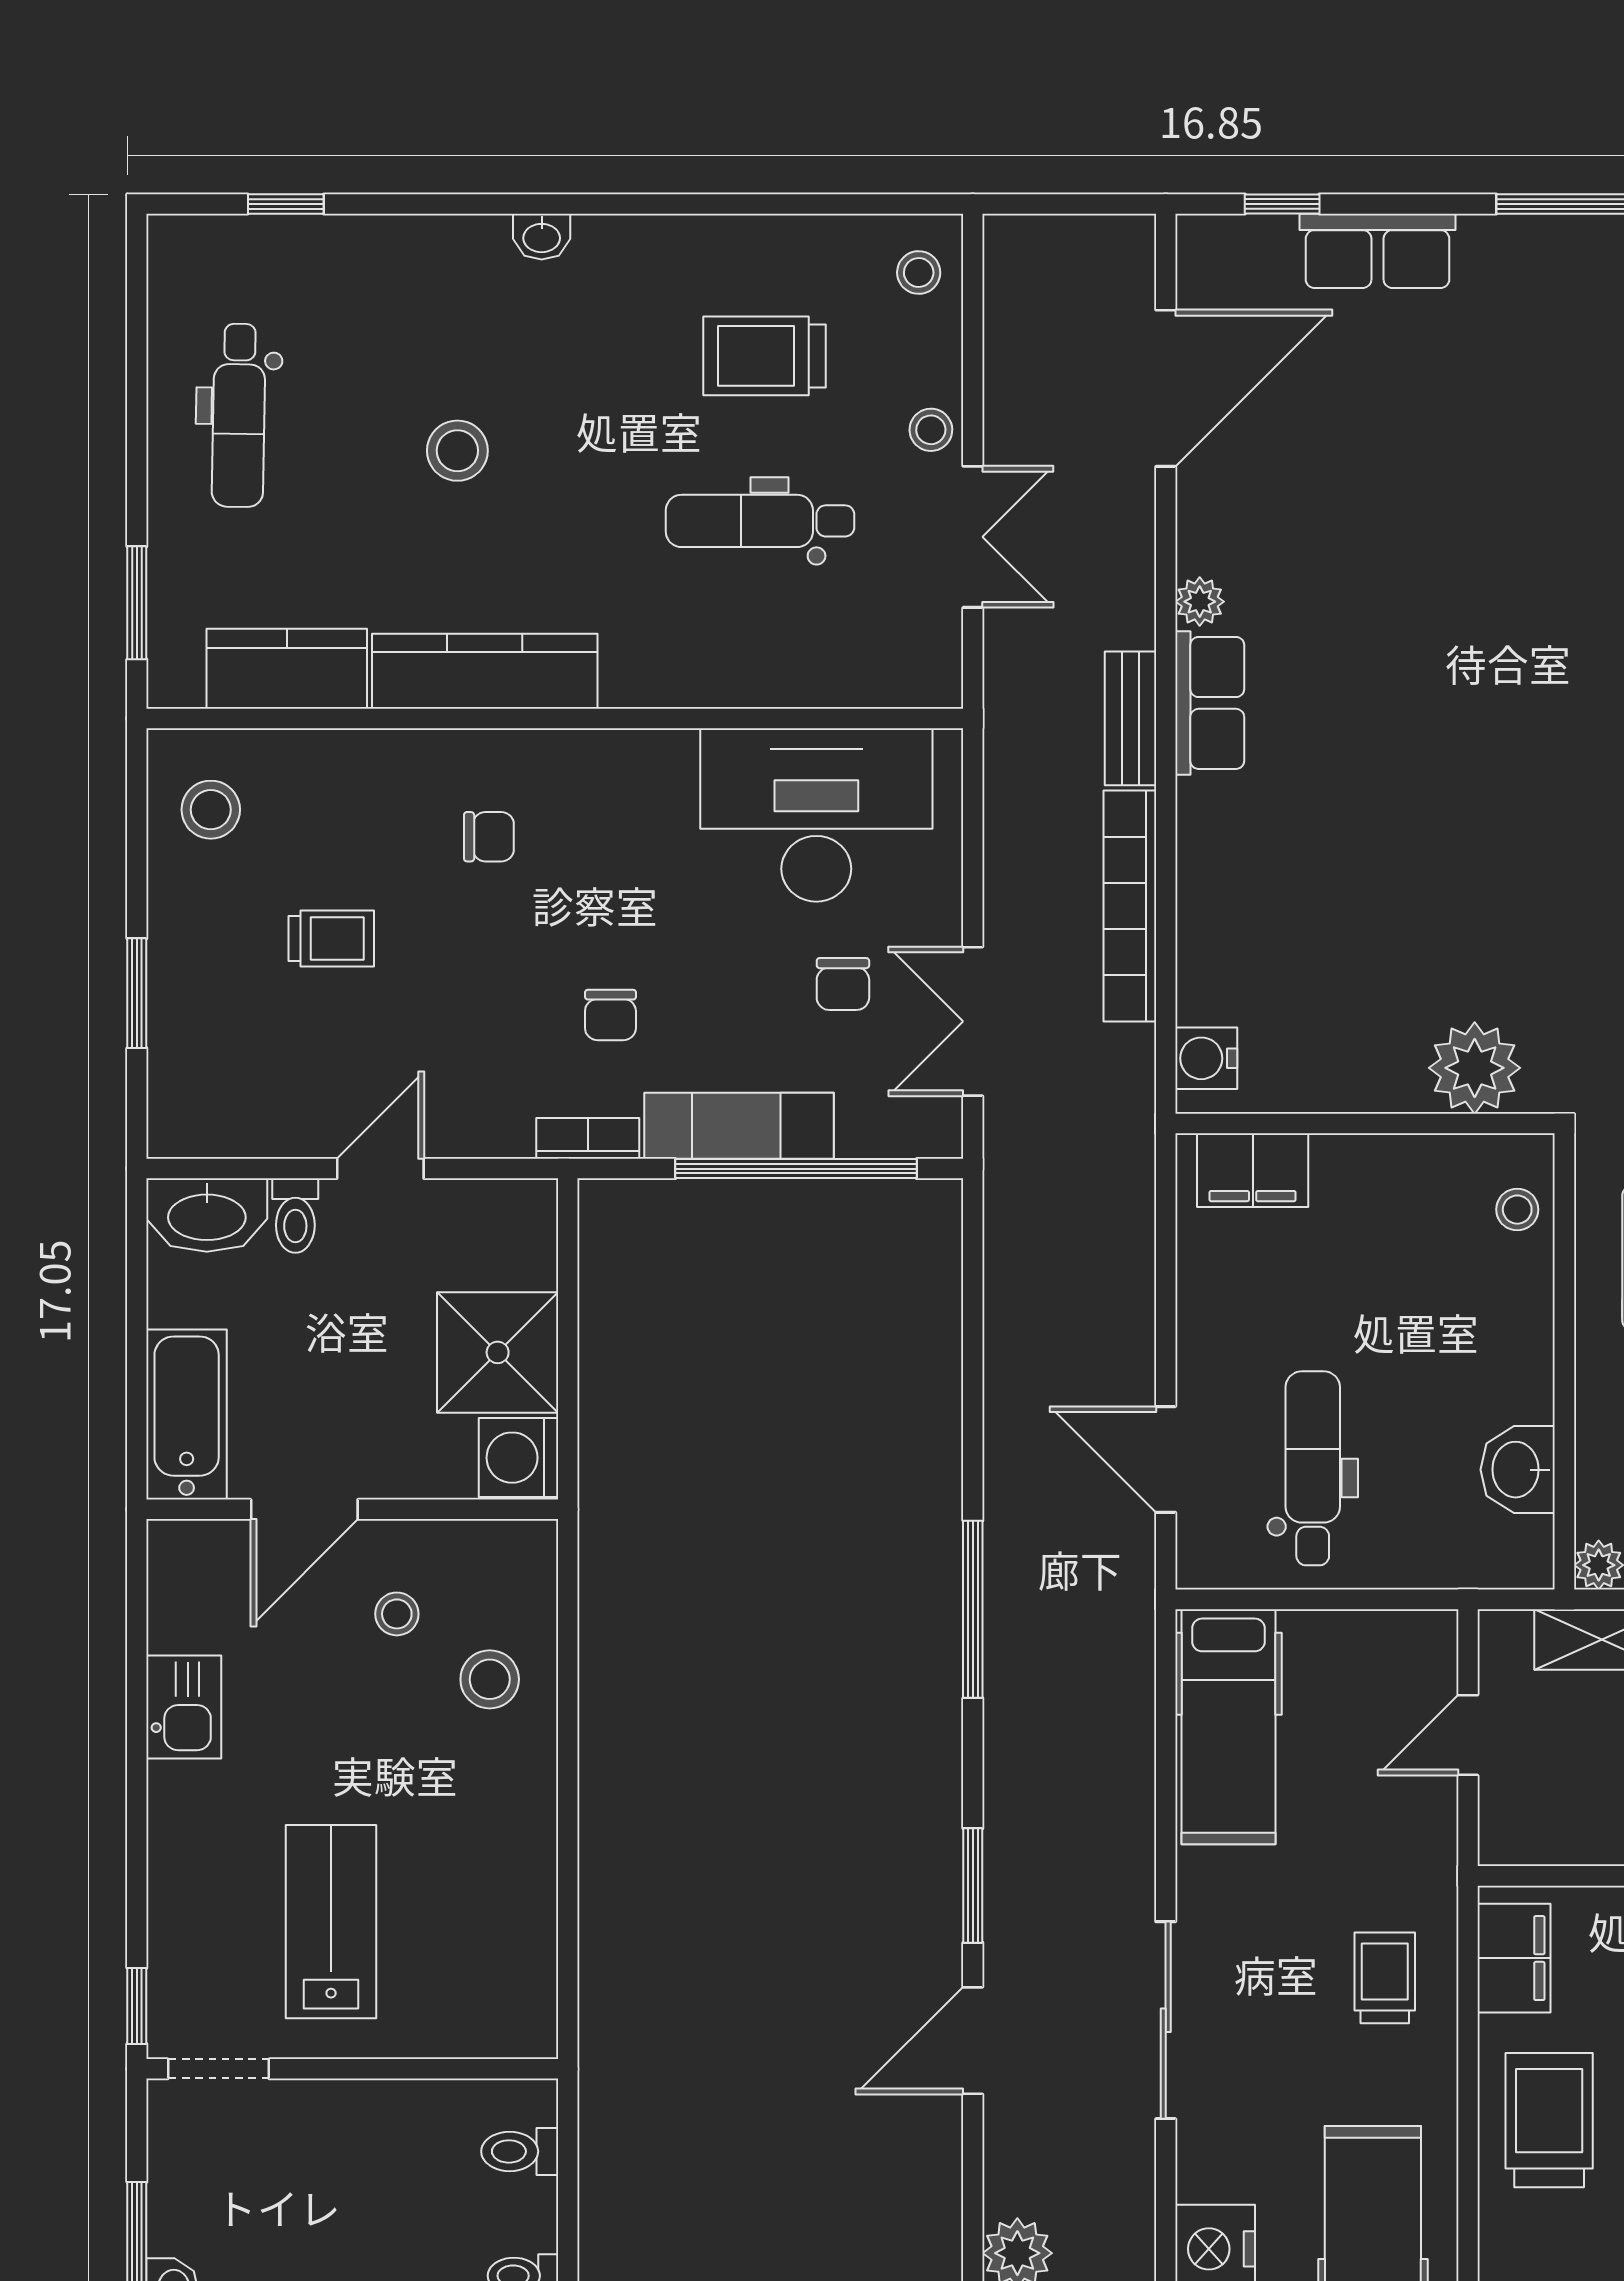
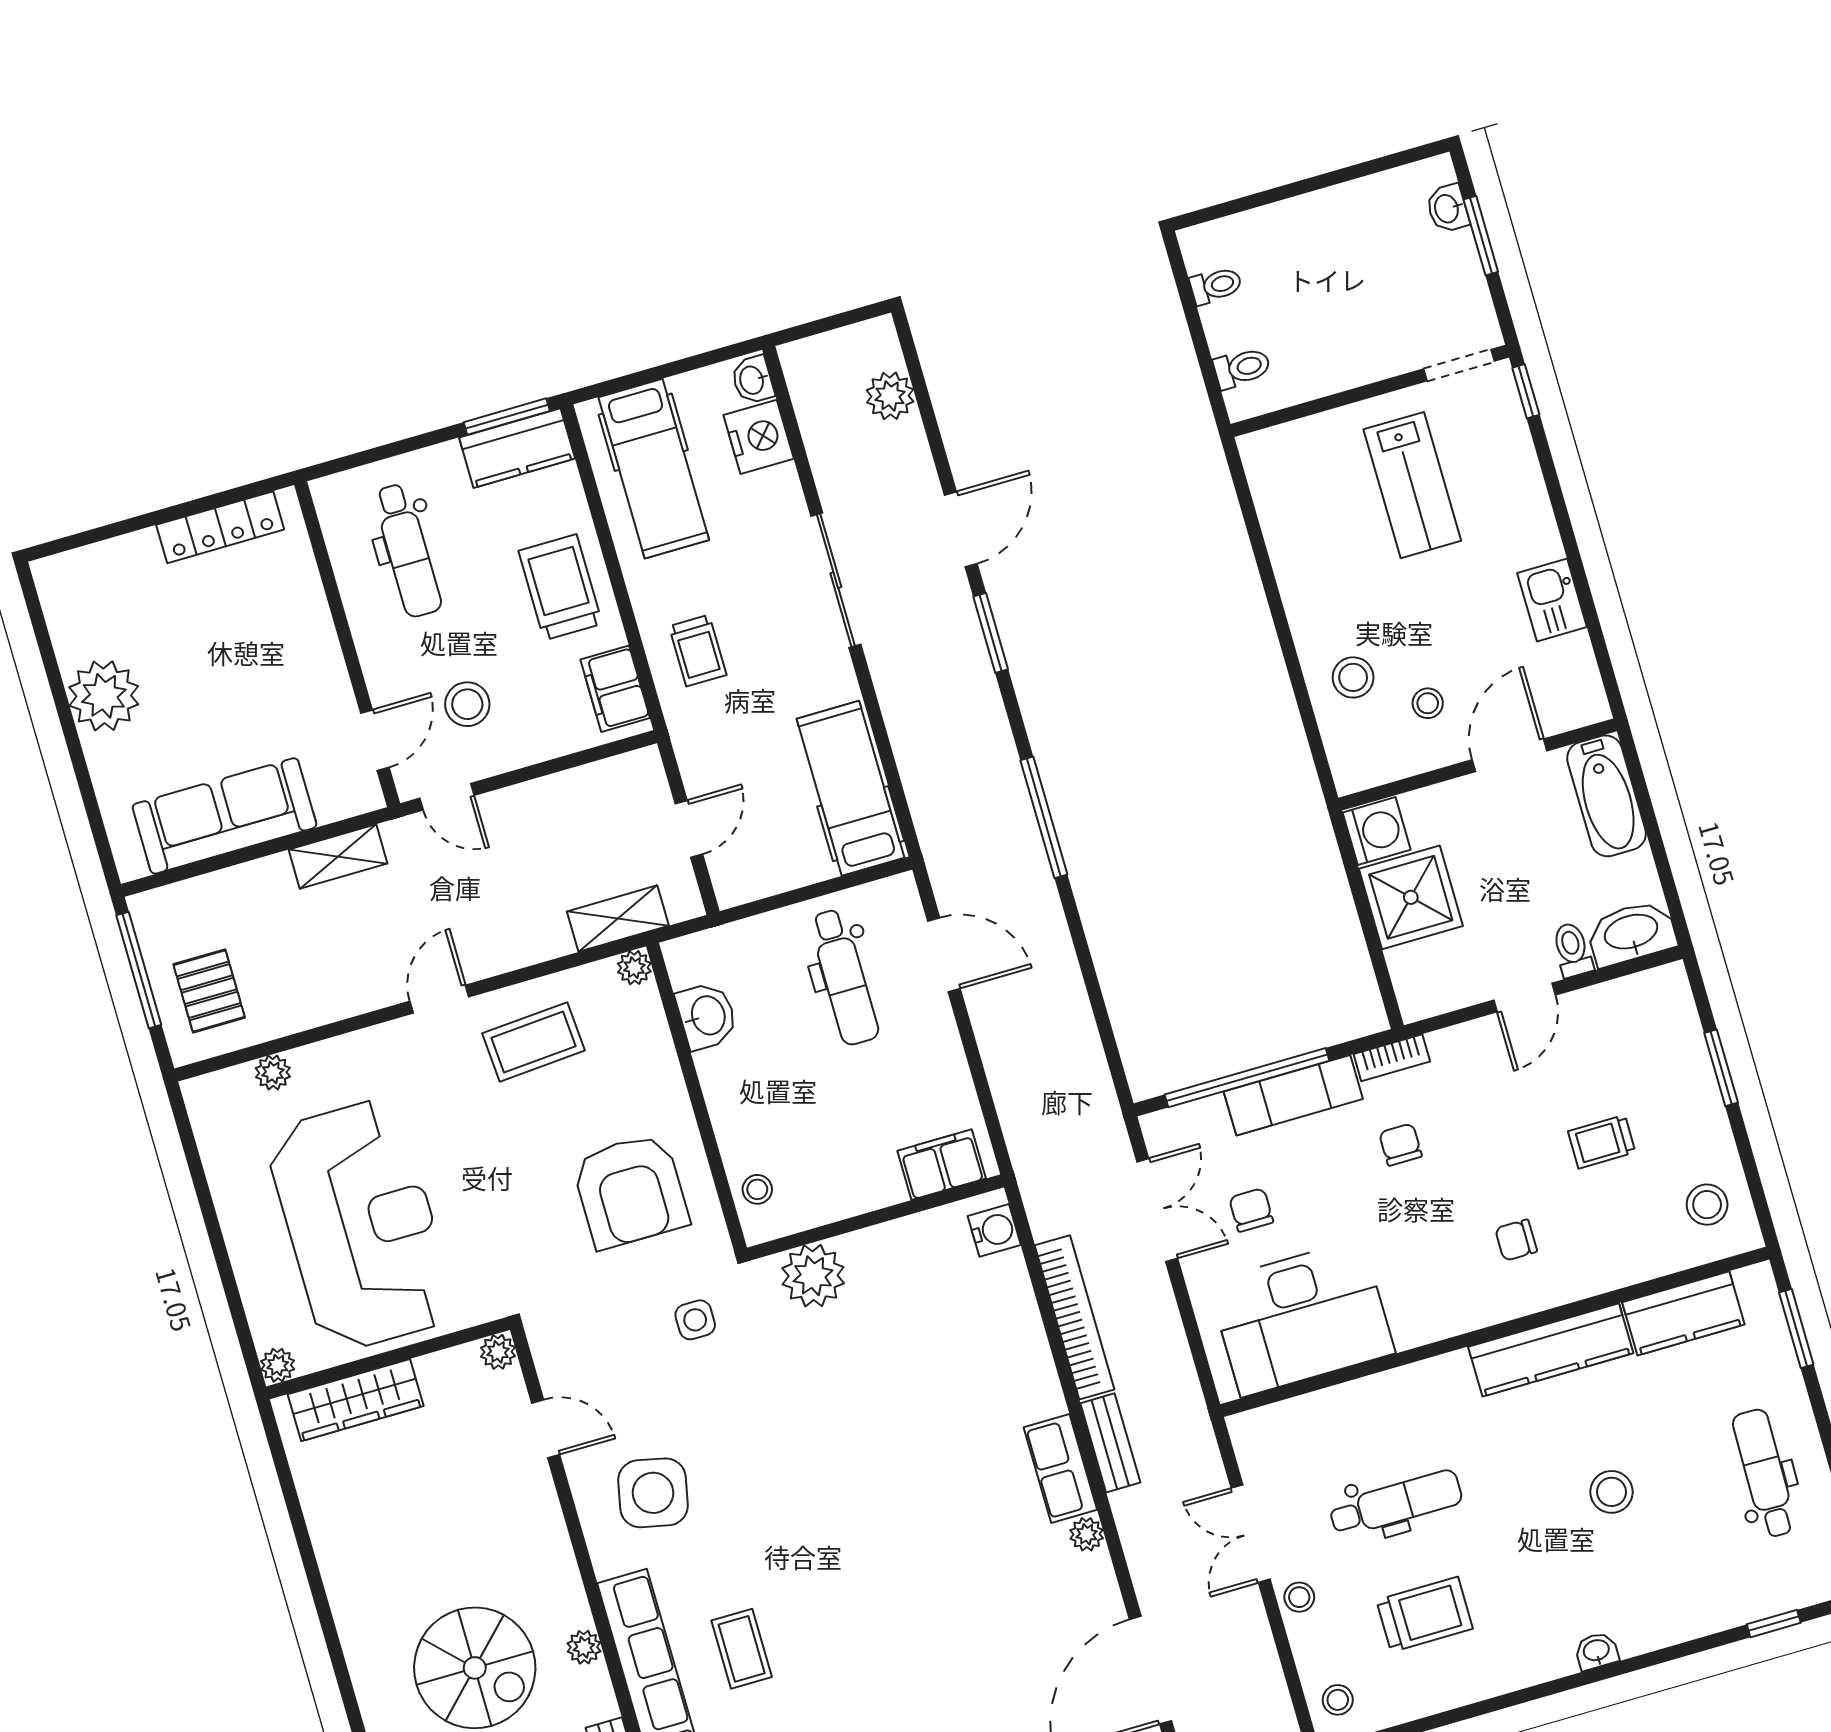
trolley: (1549, 2120) -> (560, 587), turned 180

